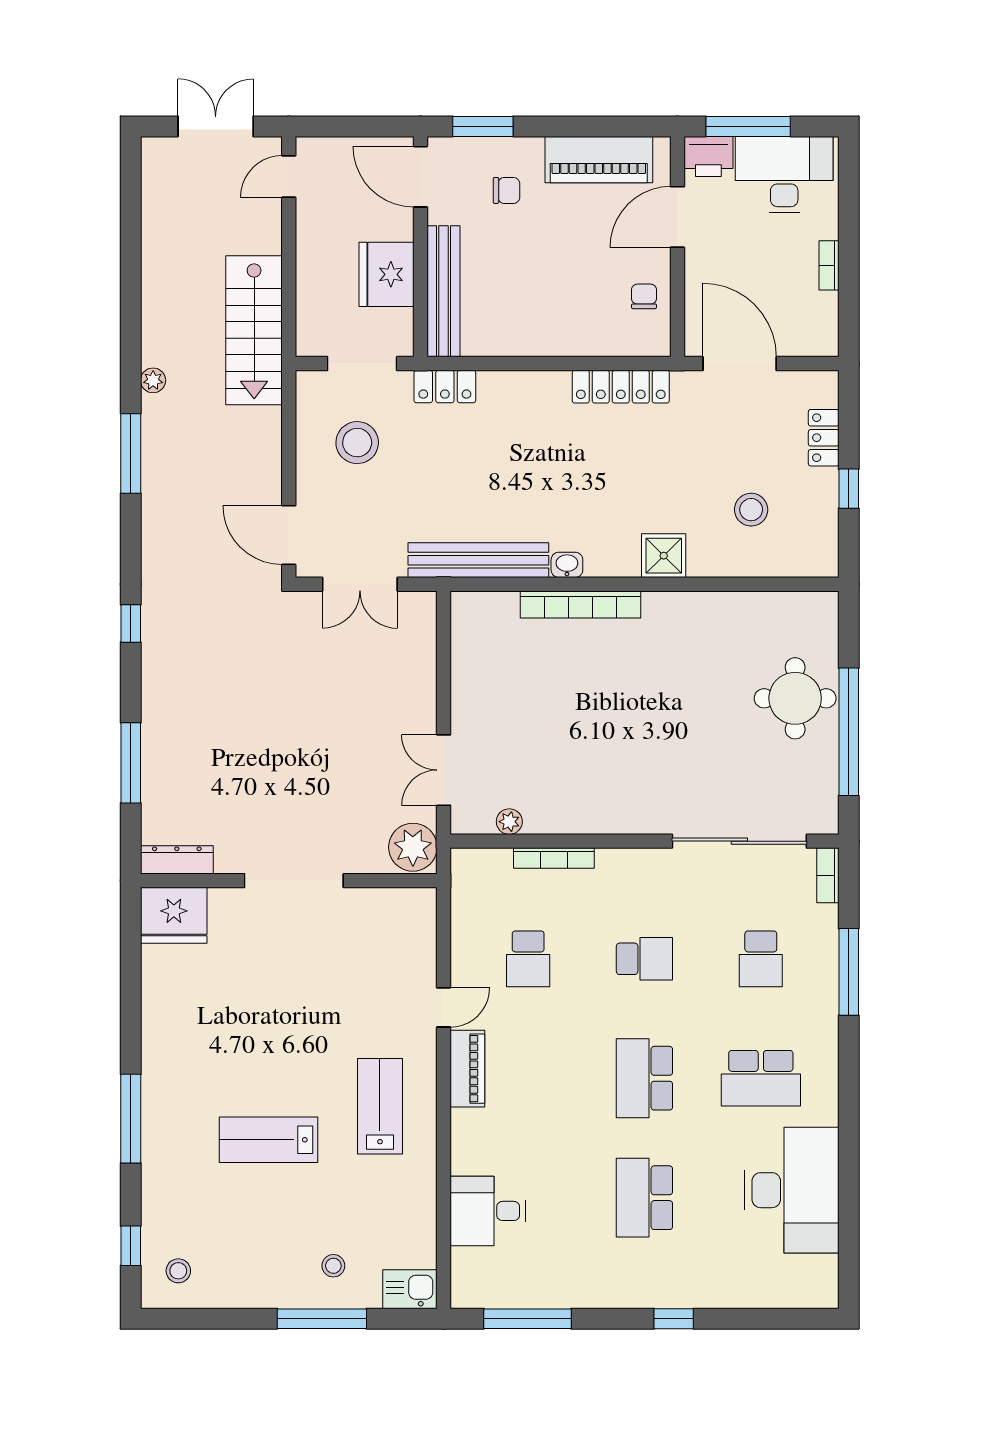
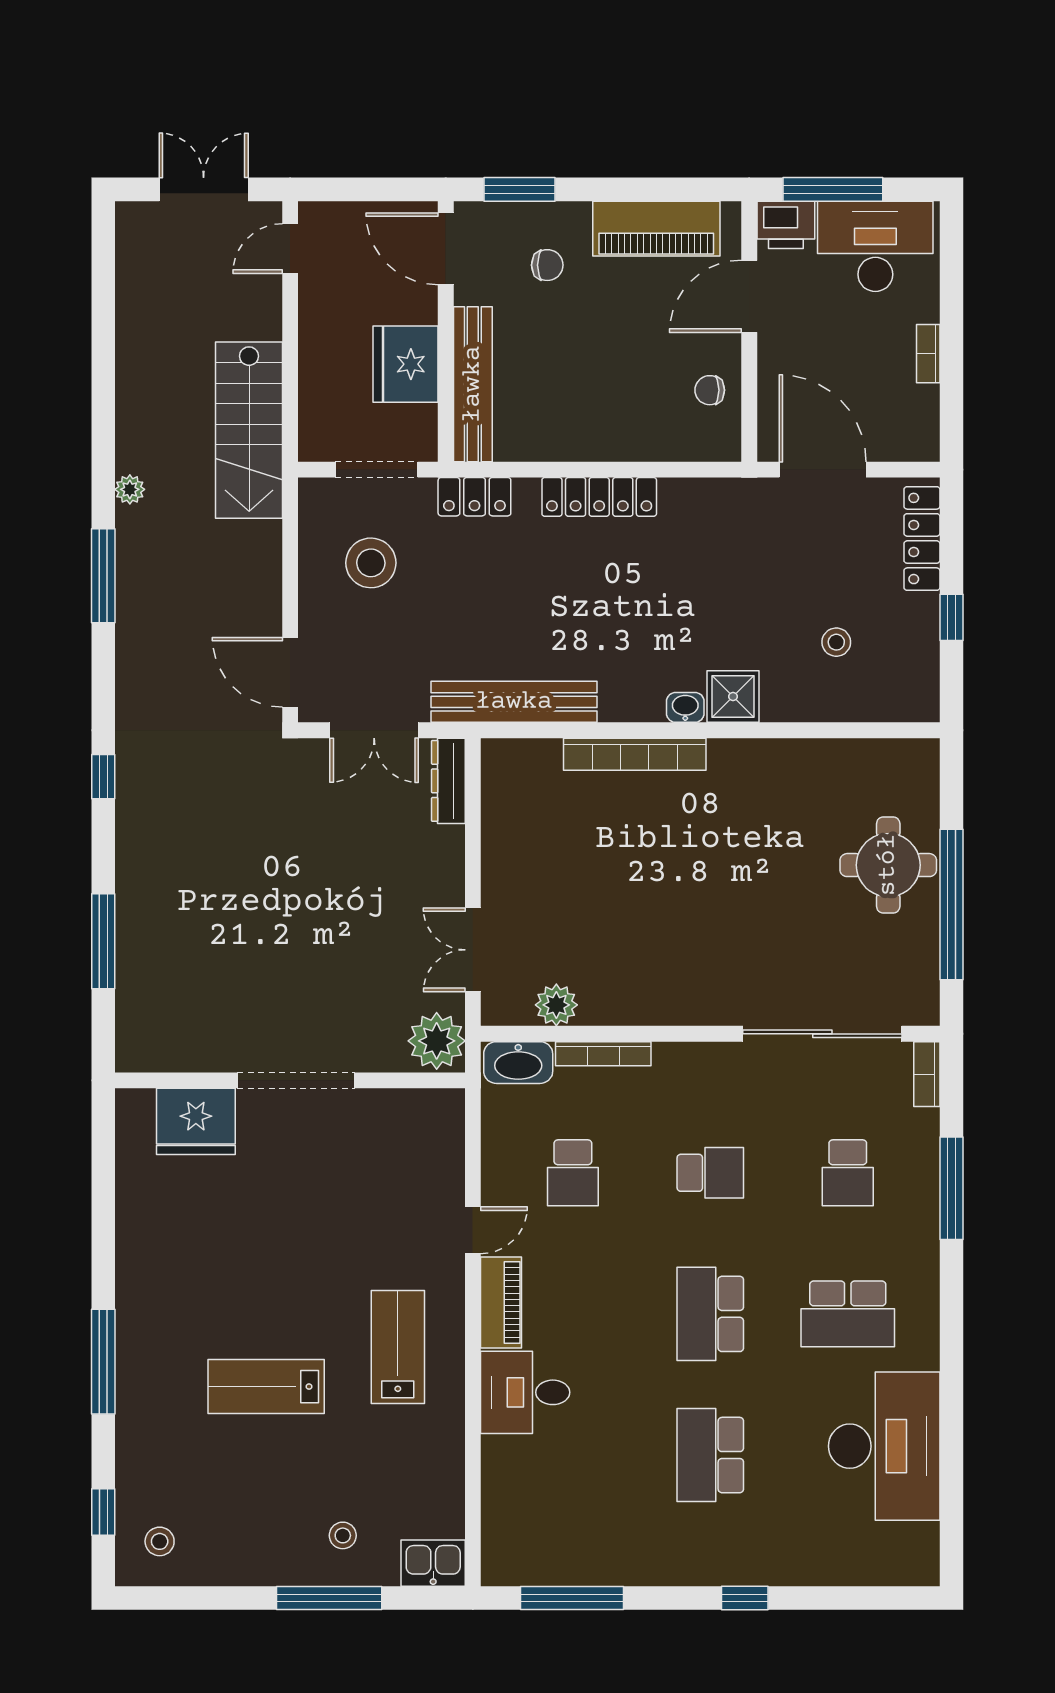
chair: (644, 296) -> (710, 390), turned -90
locker: (621, 387) -> (599, 497), moved
locker: (824, 438) -> (922, 538), width x1.53
stool: (751, 510) -> (836, 642), width x0.73, depth x0.73
washbasin: (567, 565) -> (685, 707), moved
plant: (509, 822) -> (556, 1005), width x1.38, depth x1.38
dresser: (177, 860) -> (448, 781), moved, turned -90
washbasin: (482, 866) -> (518, 1063), added
fridge: (174, 915) -> (196, 1121), moved
desk: (488, 1211) -> (525, 1392), moved

